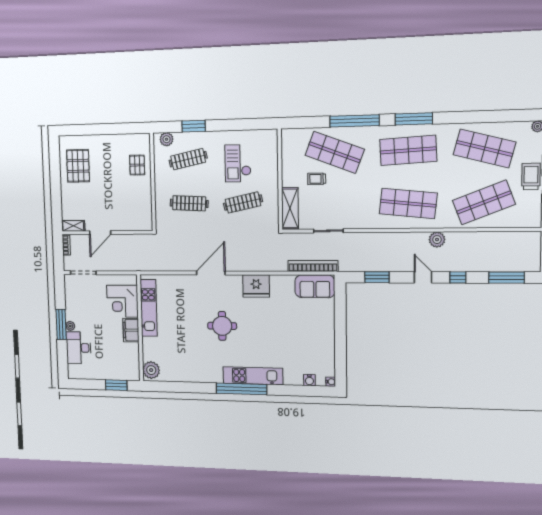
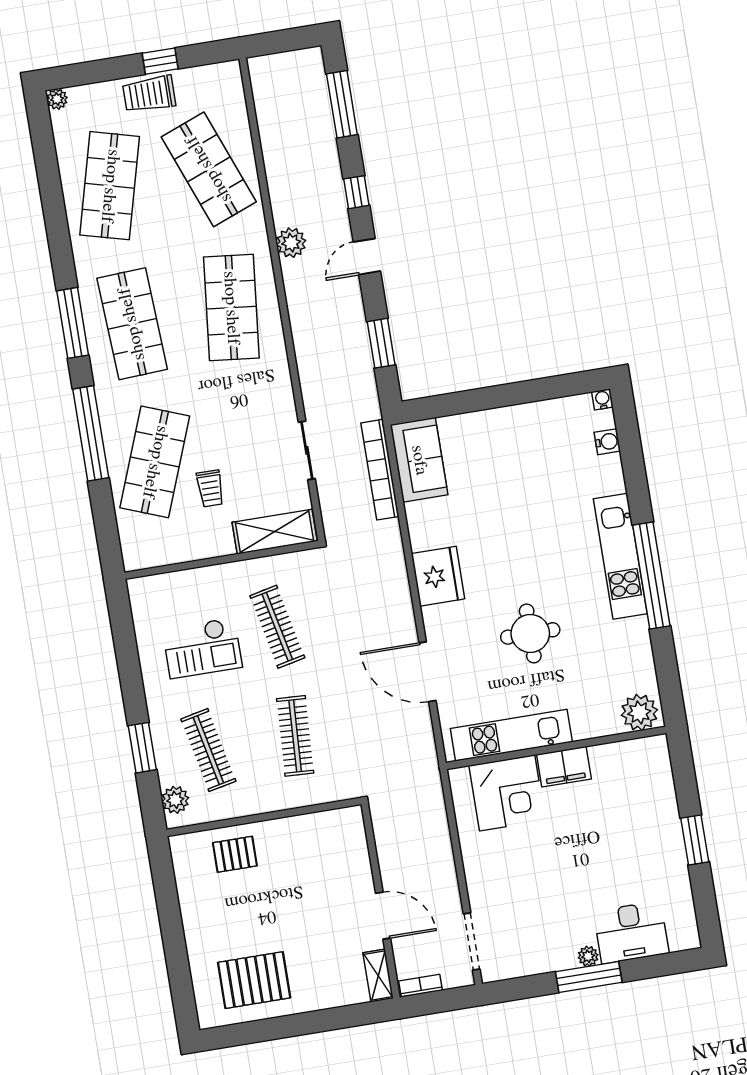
corner desk: (122, 301) -> (507, 793), moved
kitchen unit: (149, 308) -> (511, 735), moved
wall: (140, 328) -> (556, 748), moved
filing cabinet: (131, 330) -> (564, 767), moved
plant: (151, 370) -> (639, 712), moved

